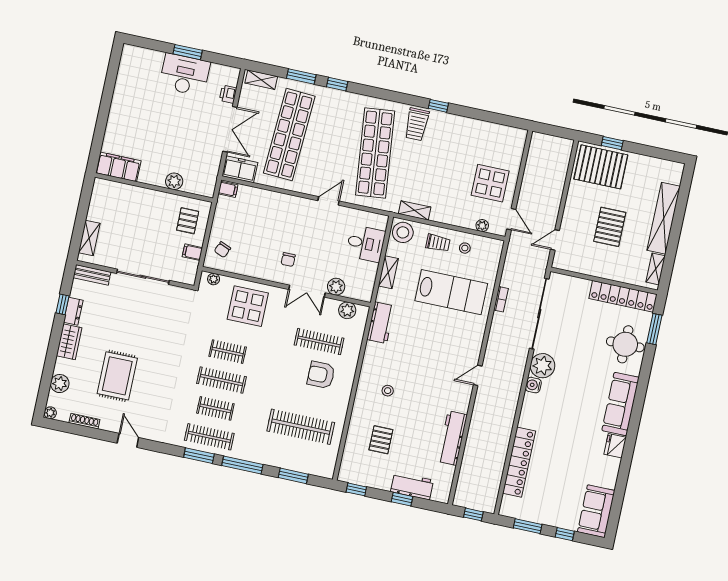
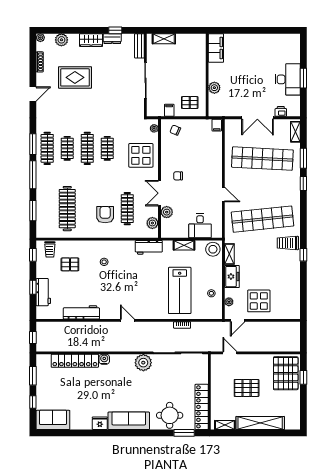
freezer: (240, 169) -> (232, 277), moved
trolley: (438, 243) -> (50, 249), moved
water cooler: (533, 385) -> (104, 359), moved

